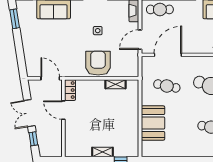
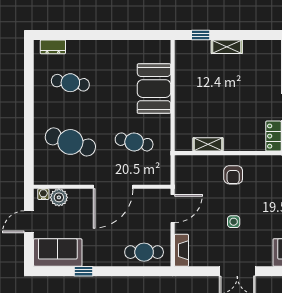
door: (168, 55) -> (113, 187), moved
armchair: (98, 63) -> (233, 175), width x0.53, depth x0.53

